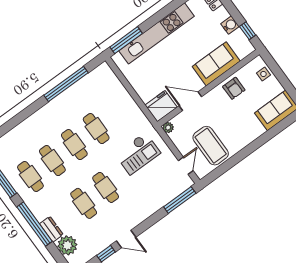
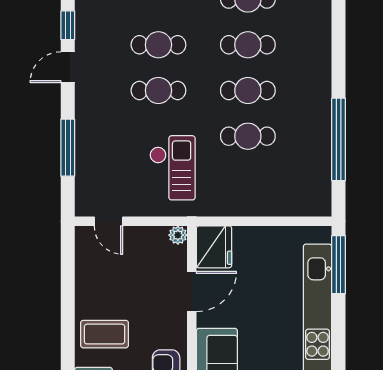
coffee table: (211, 146) -> (105, 334), moved, width x0.73, depth x0.76
checkout: (138, 154) -> (172, 168), turned 180
window: (180, 200) -> (68, 148), moved

